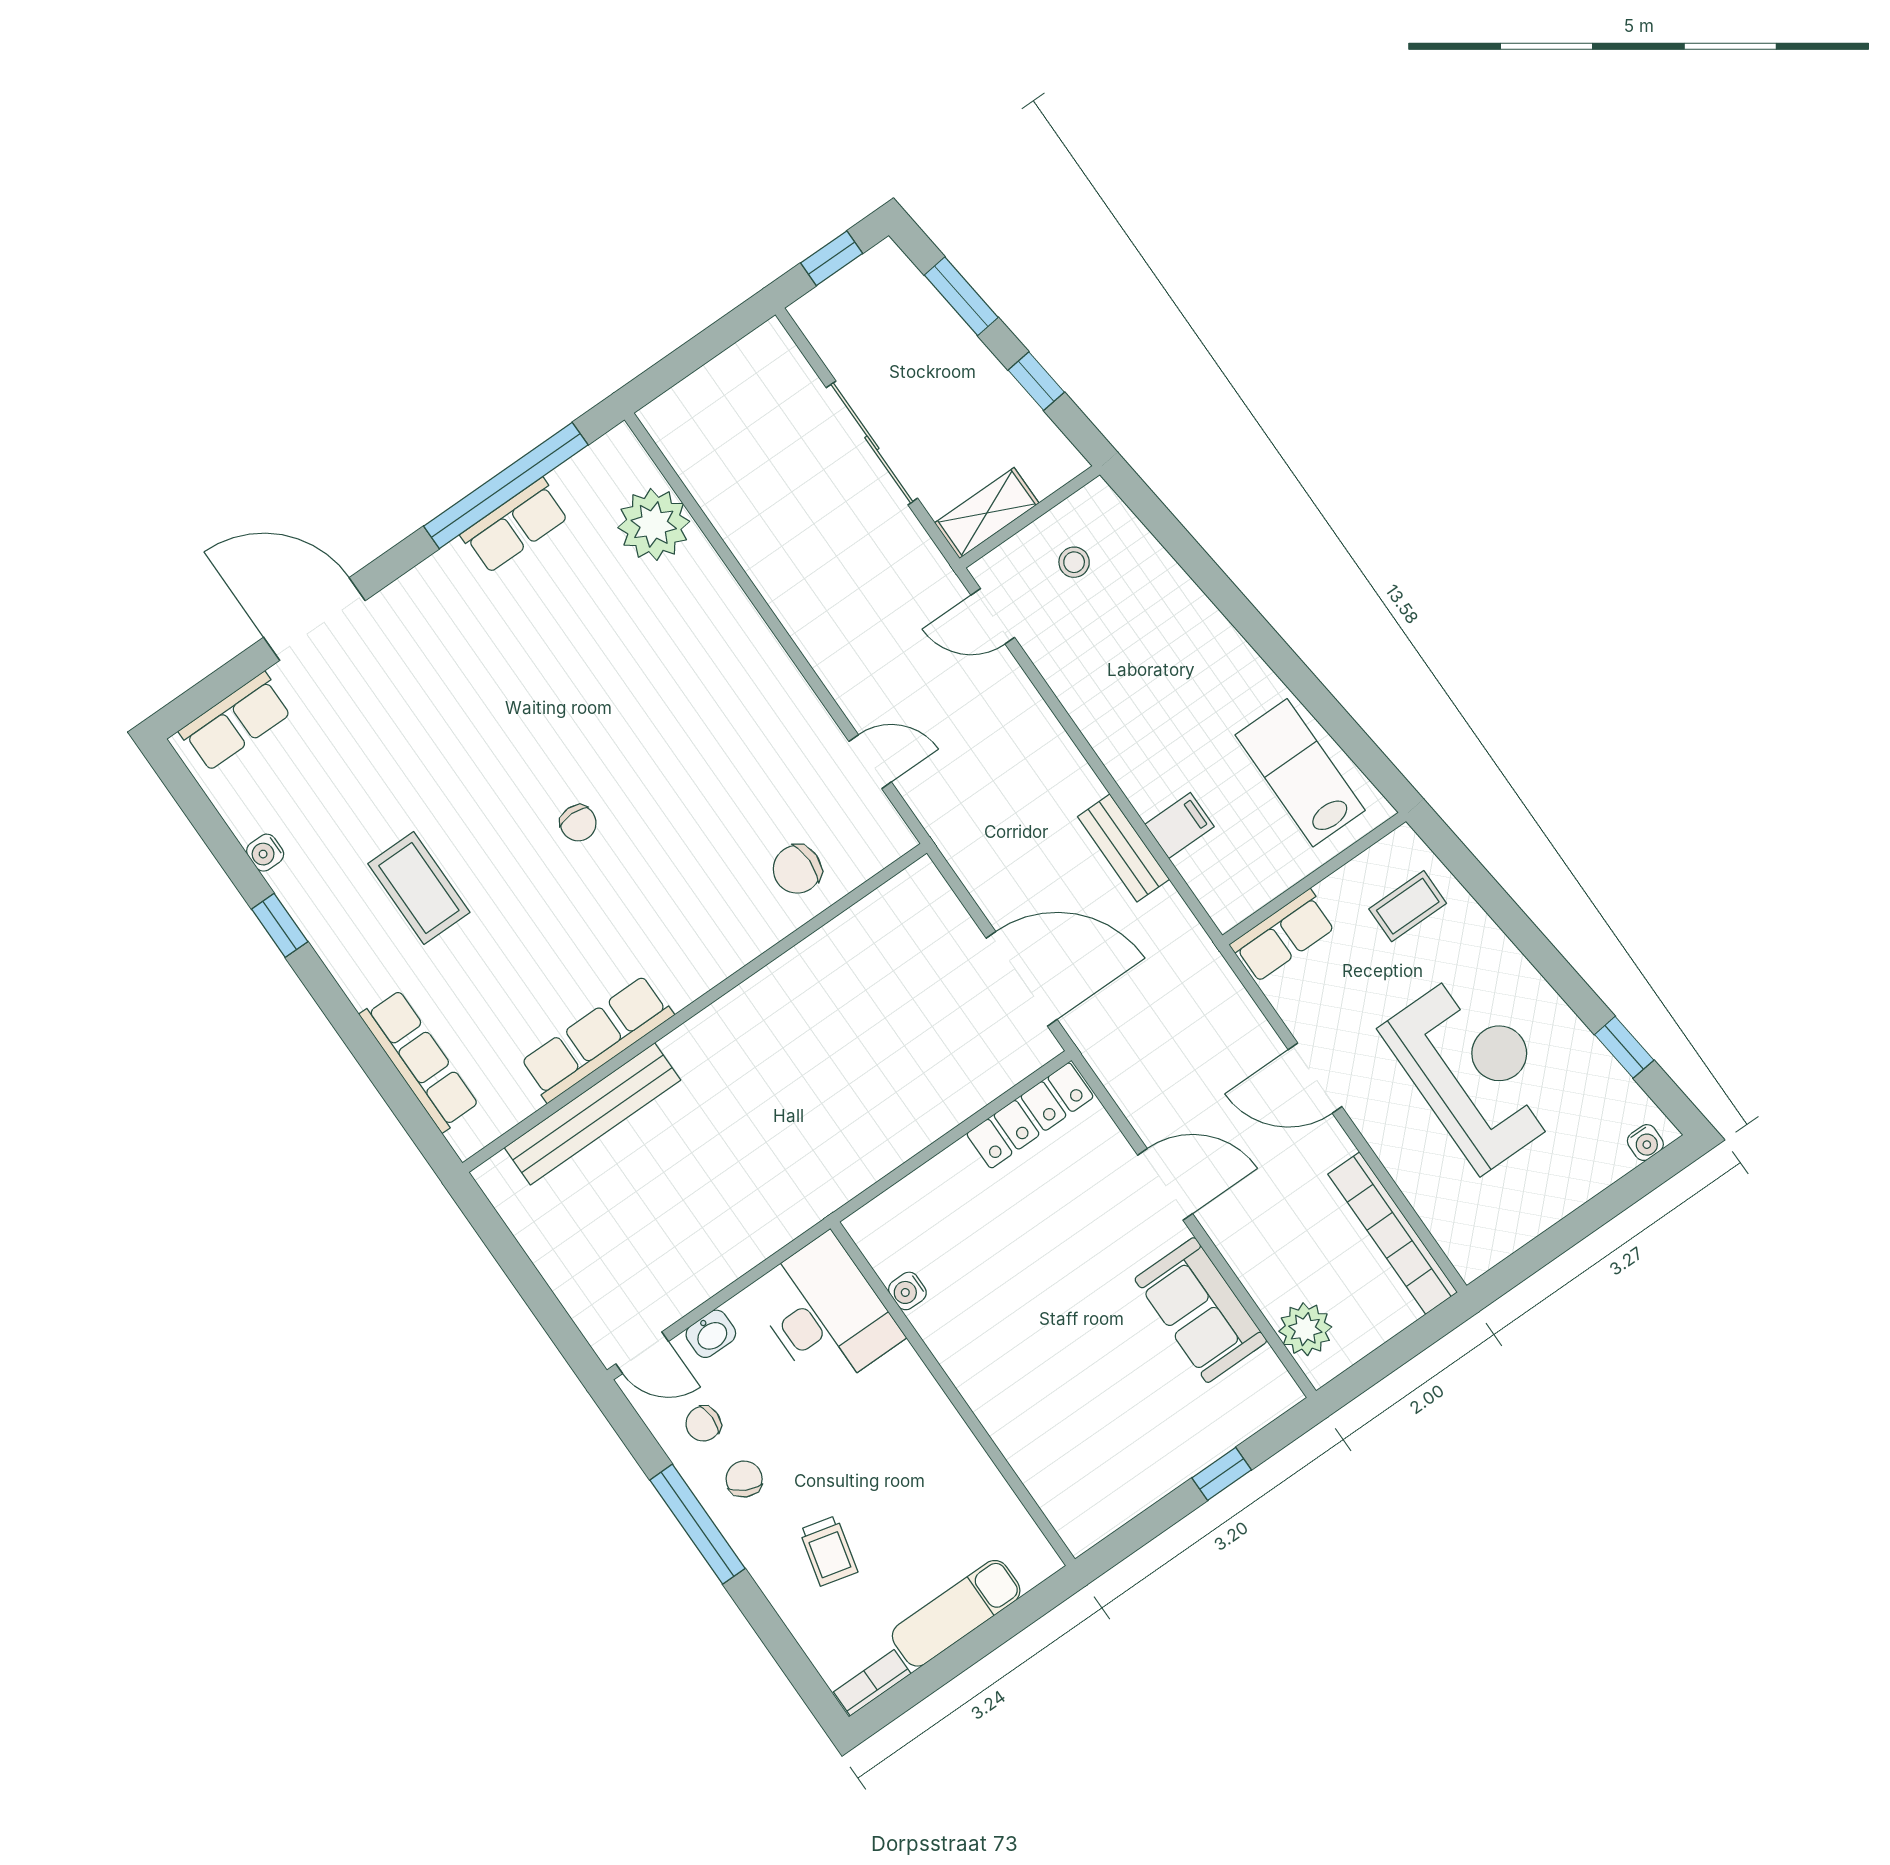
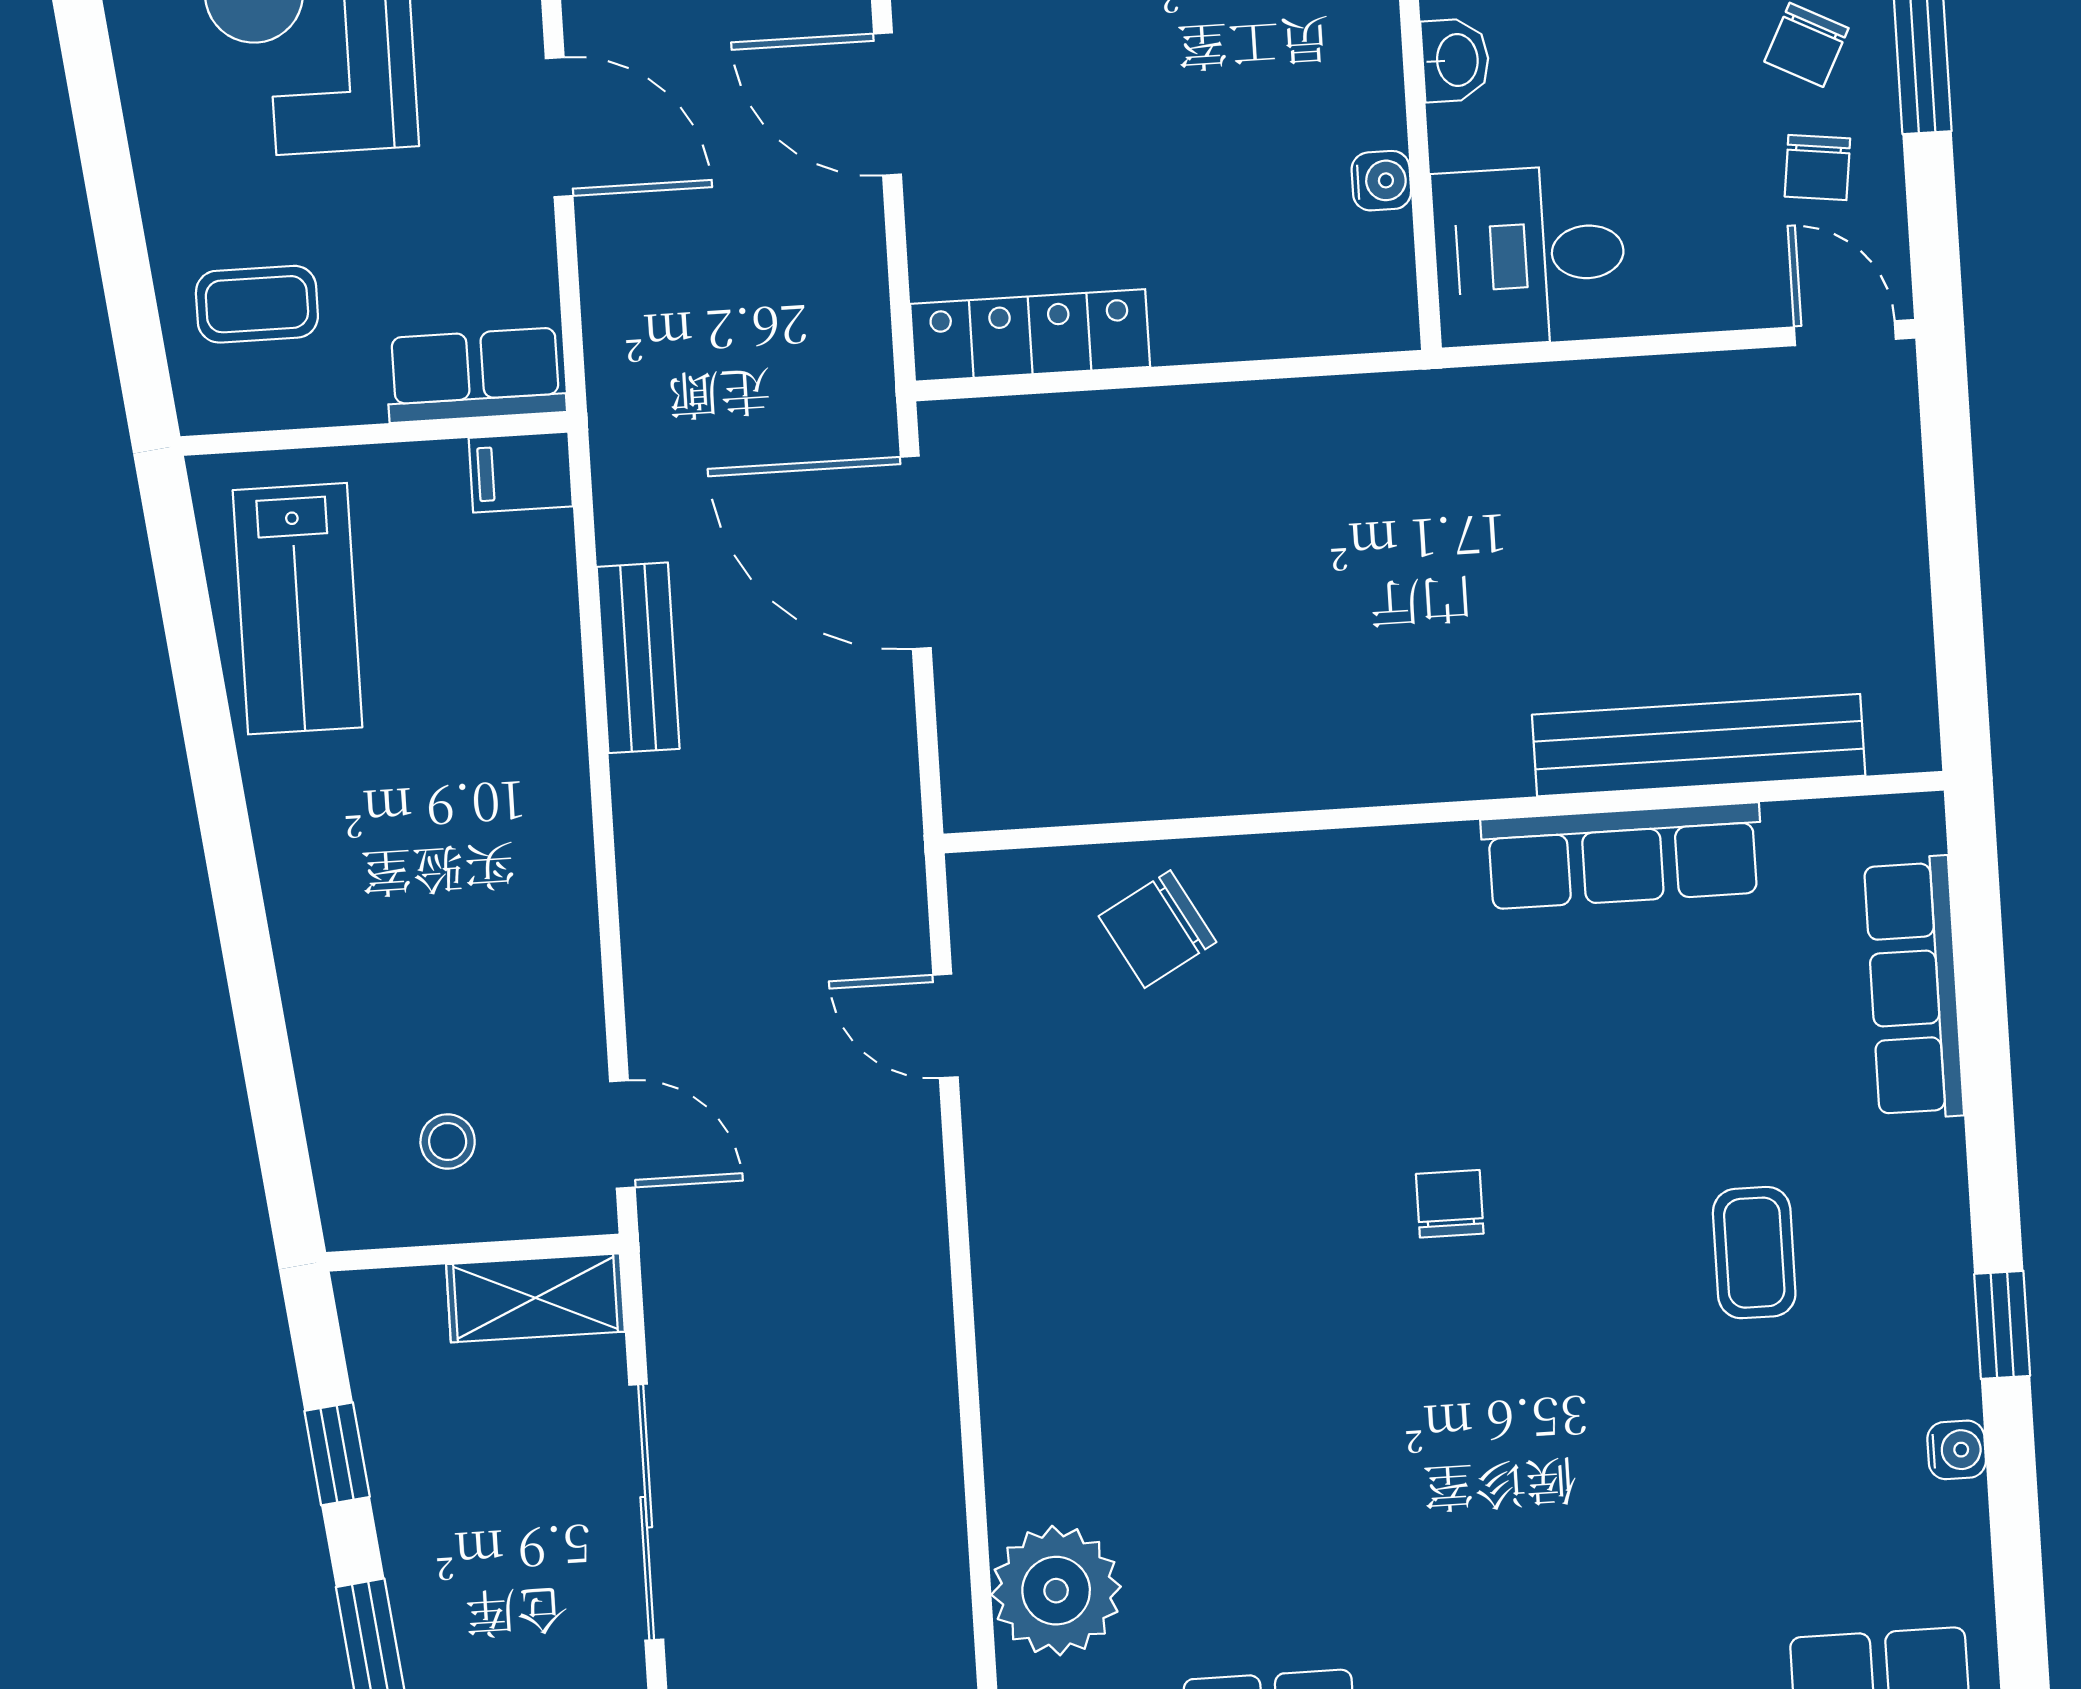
filing cabinet: (1179, 825) -> (521, 472), moved
chair: (797, 869) -> (1157, 929), turned 151
coffee table: (419, 888) -> (1754, 1253), width x0.73, depth x0.77
desk: (826, 1313) -> (1529, 256), width x0.73
washbasin: (711, 1334) -> (1455, 60), moved, turned 90
chair: (703, 1424) -> (1817, 168), turned 97

